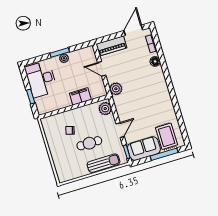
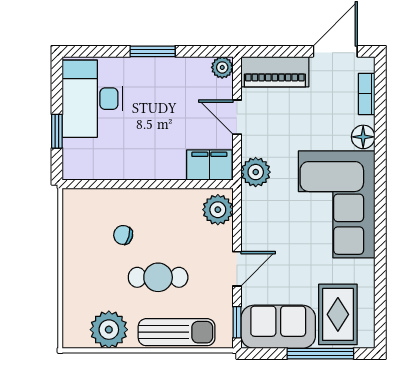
plant: (64, 58) -> (222, 67), moved
corner sofa: (153, 92) -> (337, 204), added
filing cabinet: (80, 96) -> (209, 165), moved
plant: (76, 170) -> (109, 330), added

